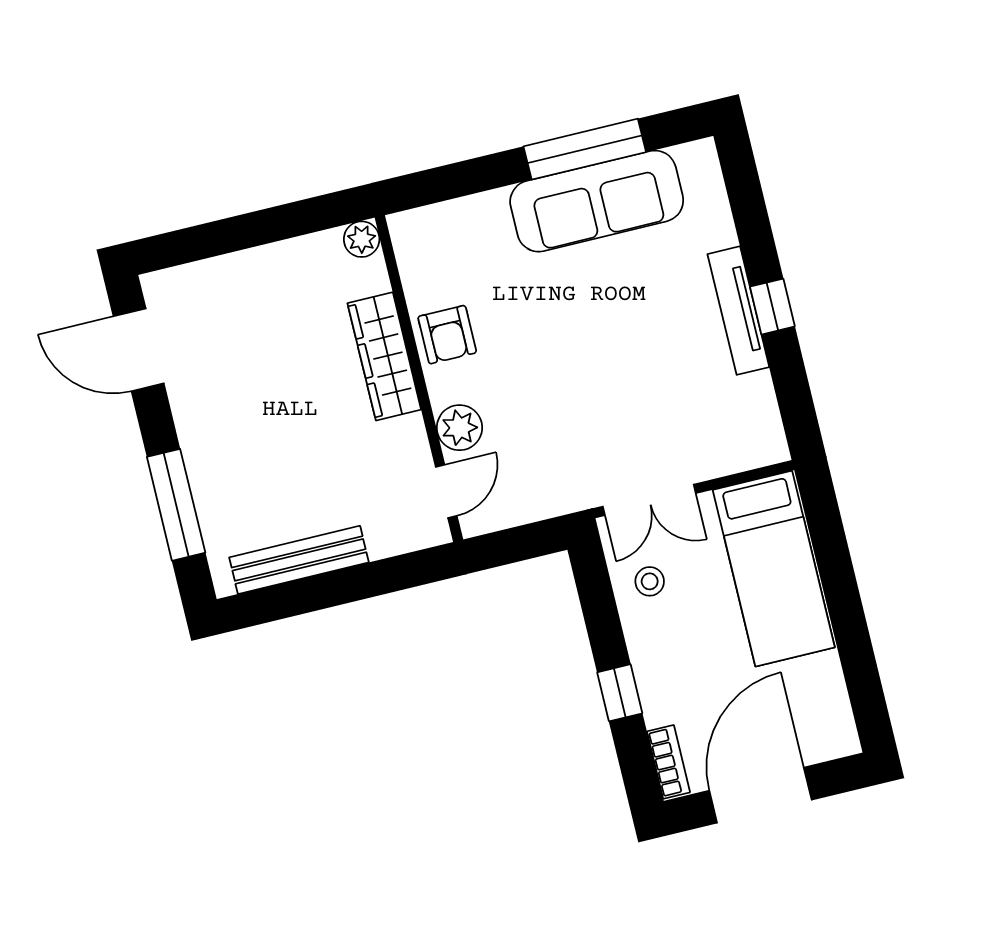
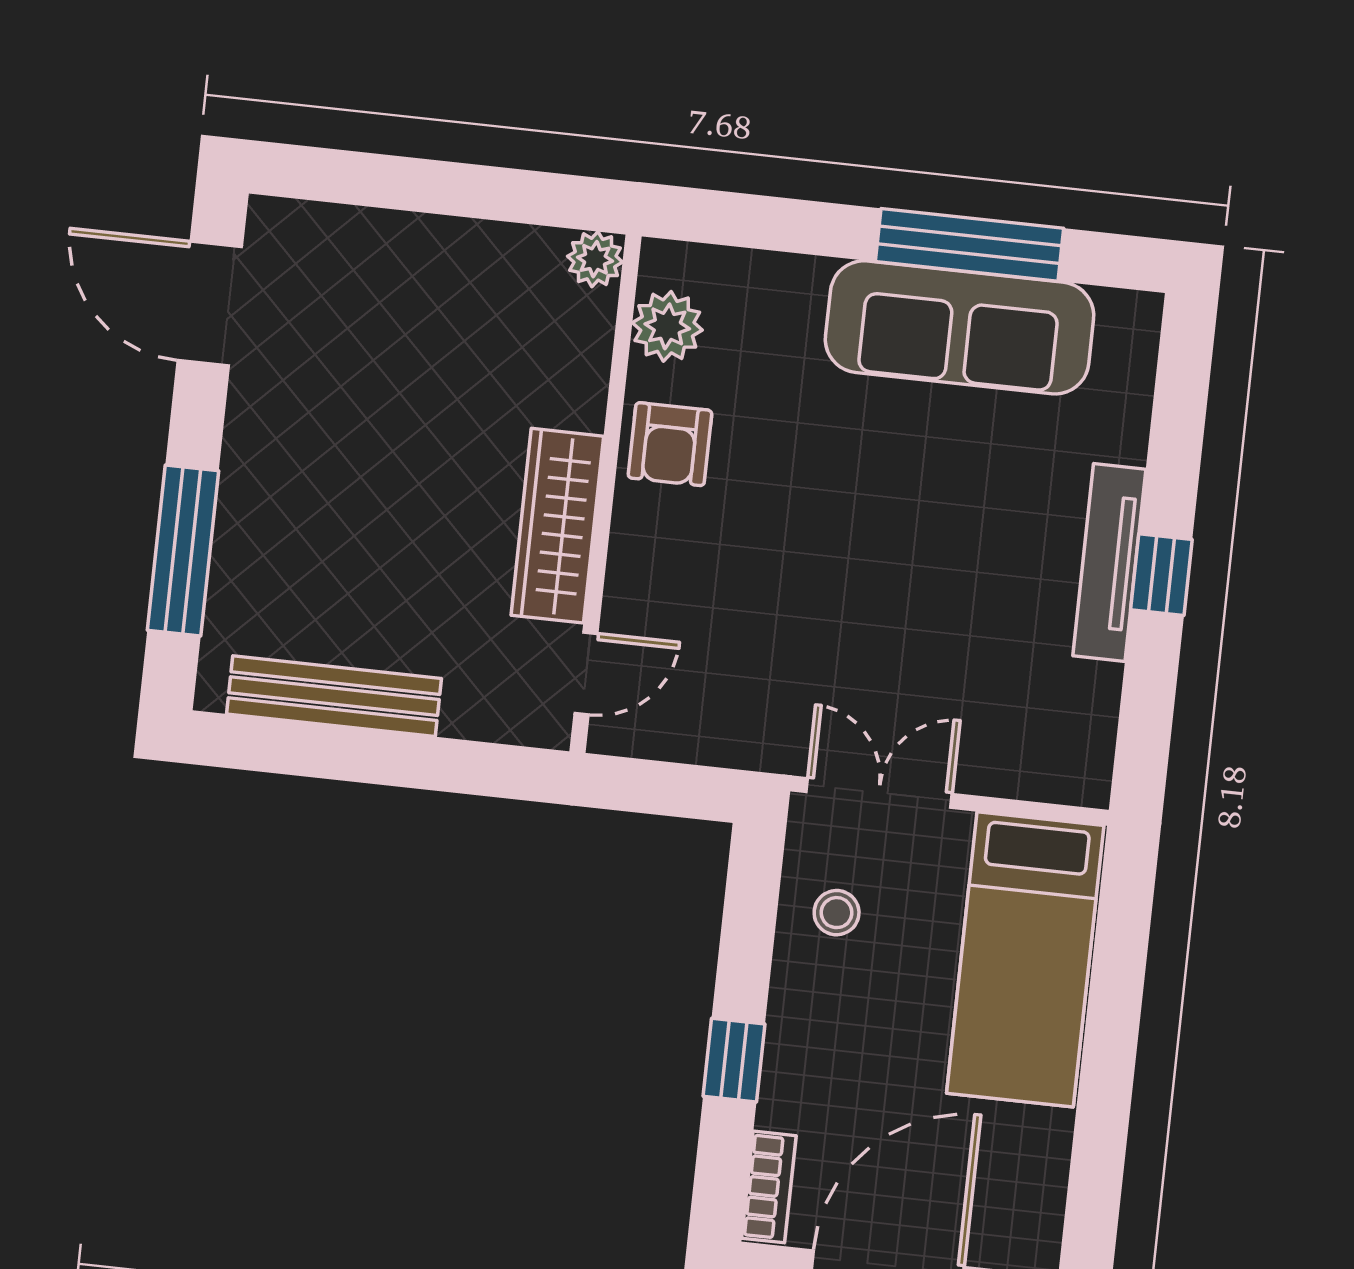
wardrobe: (384, 356) -> (557, 526), moved
plant: (459, 428) -> (667, 326), moved
double door: (649, 500) -> (879, 793), swing flipped

